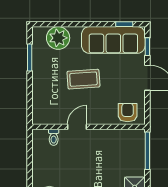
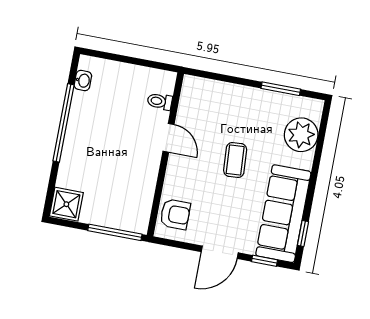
coffee table: (83, 79) -> (235, 160), width x0.73, depth x0.77

